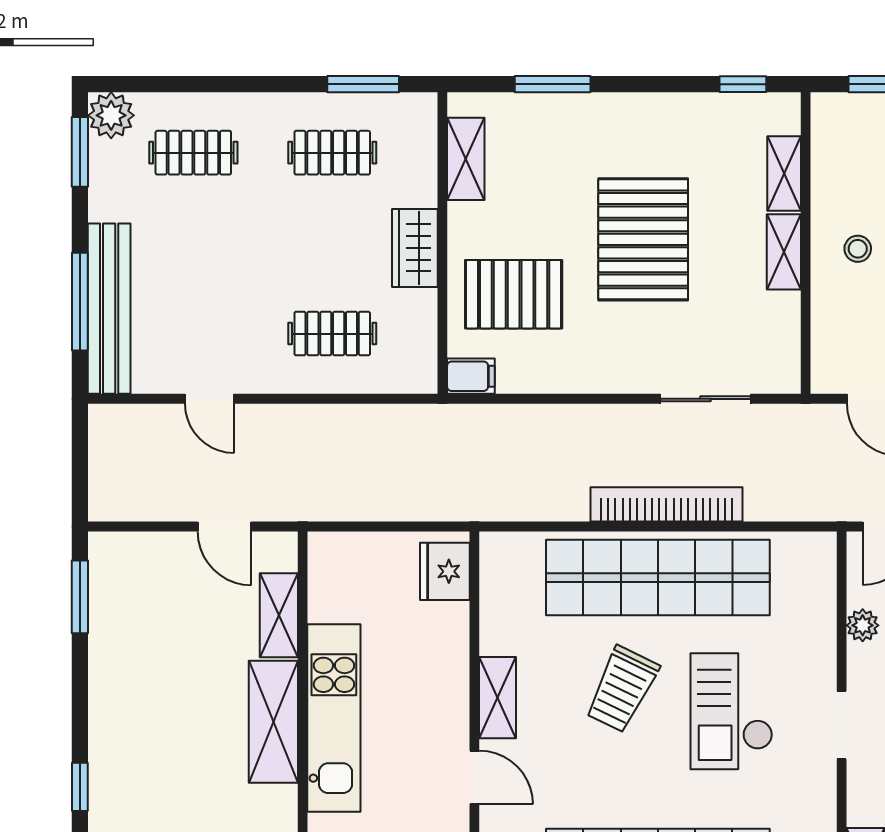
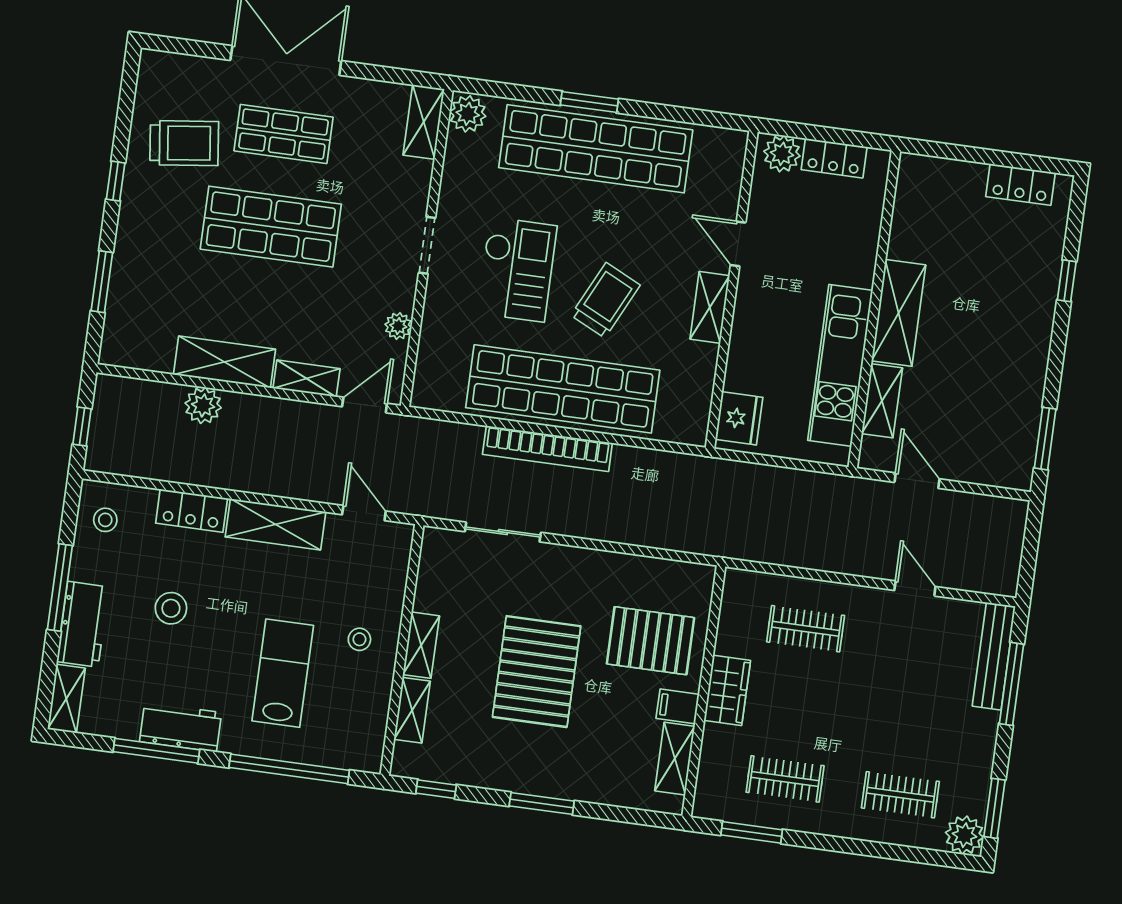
window: (553, 84) -> (542, 804), moved
bench: (109, 309) -> (994, 656), width x0.73, depth x0.82
filing cabinet: (471, 376) -> (678, 706), moved
kitchen unit: (334, 718) -> (840, 365), moved

